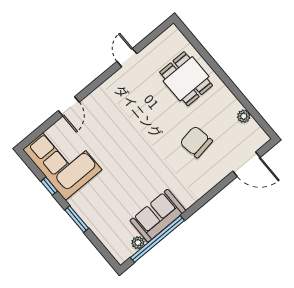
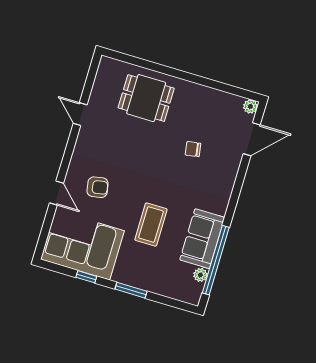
plant: (244, 116) -> (250, 106), moved
armchair: (103, 123) -> (98, 187), added
chair: (196, 142) -> (193, 149), width x0.54, depth x0.54
coffee table: (126, 179) -> (151, 224), added

